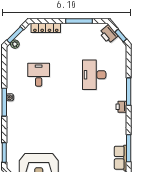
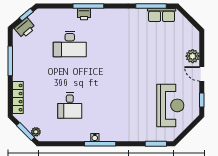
desk: (39, 75) -> (70, 106), turned -90
printer: (121, 107) -> (84, 14), moved

